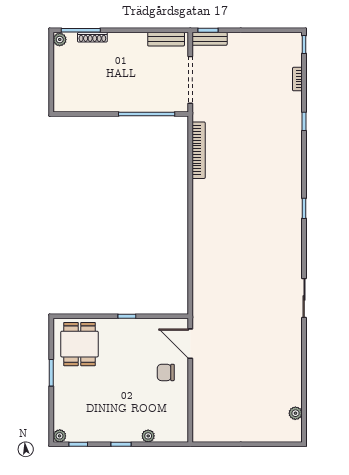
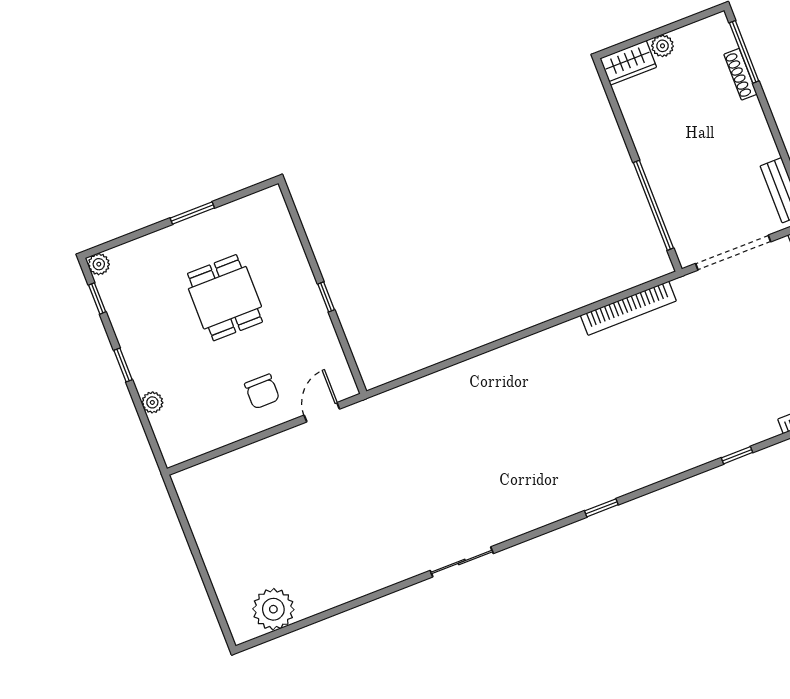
plant: (60, 40) -> (663, 46), moved
wardrobe: (62, 97) -> (628, 63), added
dining table: (79, 344) -> (225, 298), moved, turned 90
door: (190, 344) -> (322, 412), width x0.73
chair: (166, 372) -> (262, 391), turned 180
plant: (295, 413) -> (273, 609), width x1.88, depth x1.88

